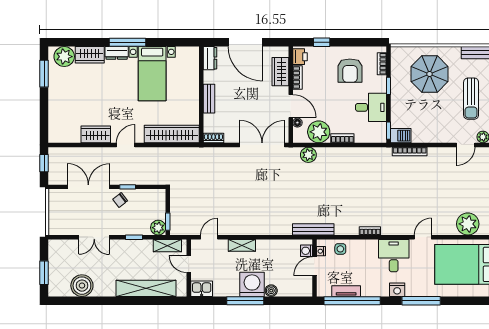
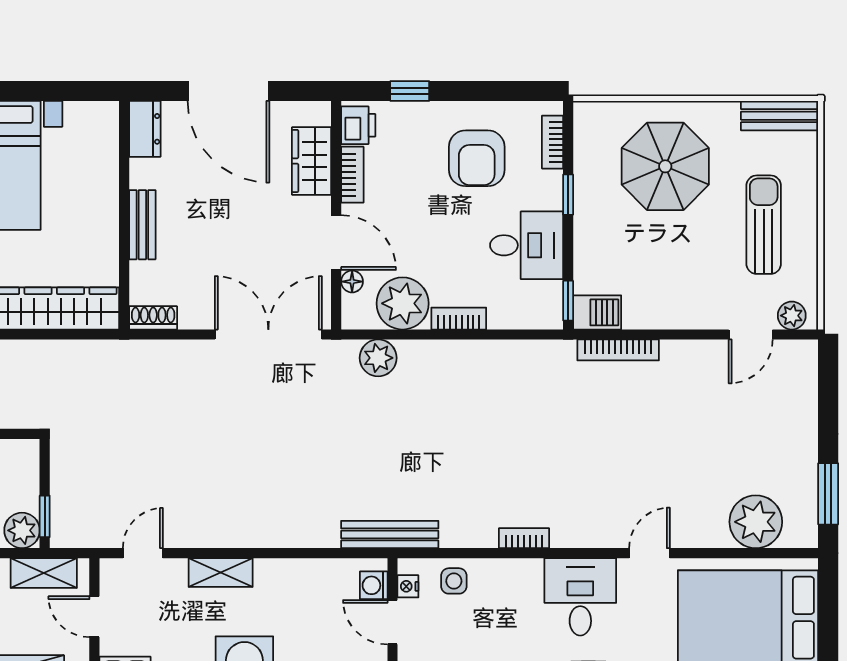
sun lounger: (471, 99) -> (764, 225), turned 180
door: (314, 266) -> (392, 622), hinge flipped

